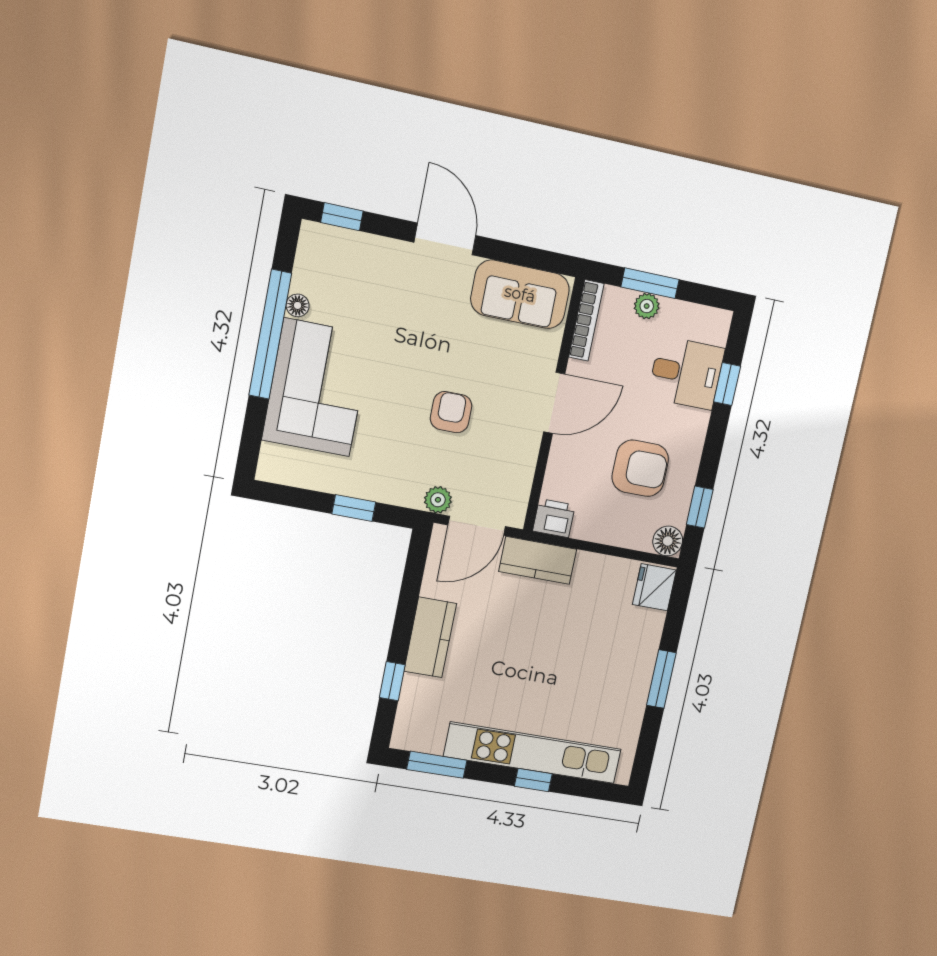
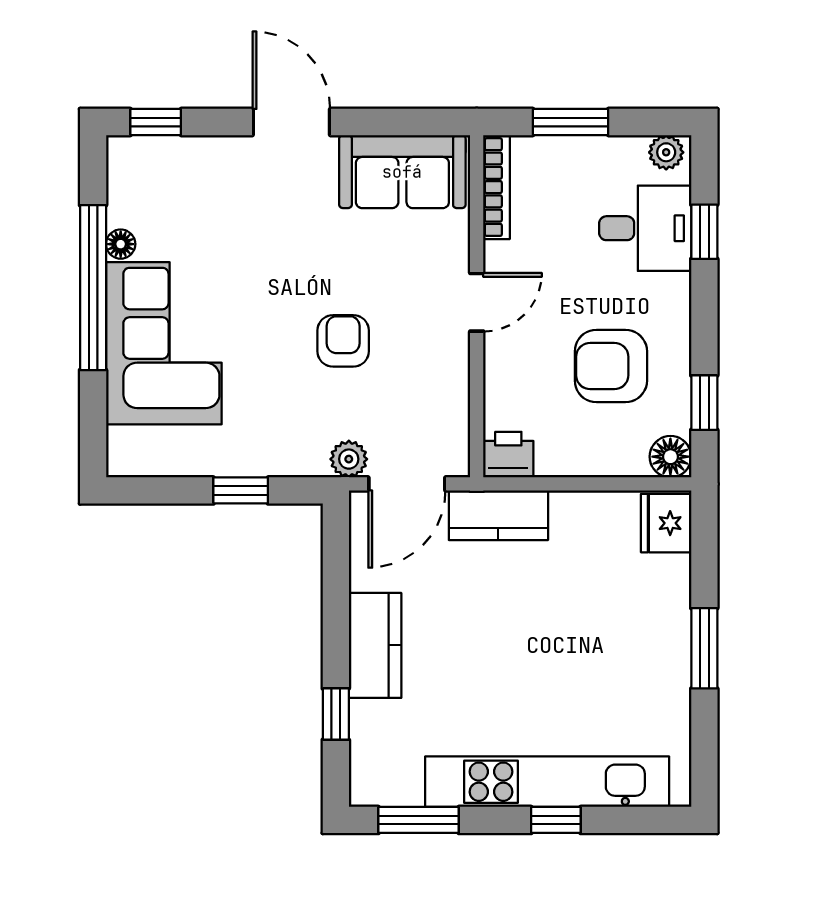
plant: (647, 306) -> (666, 152), moved
door: (554, 403) -> (477, 302), width x0.73
armchair: (640, 468) -> (611, 366), turned 180

